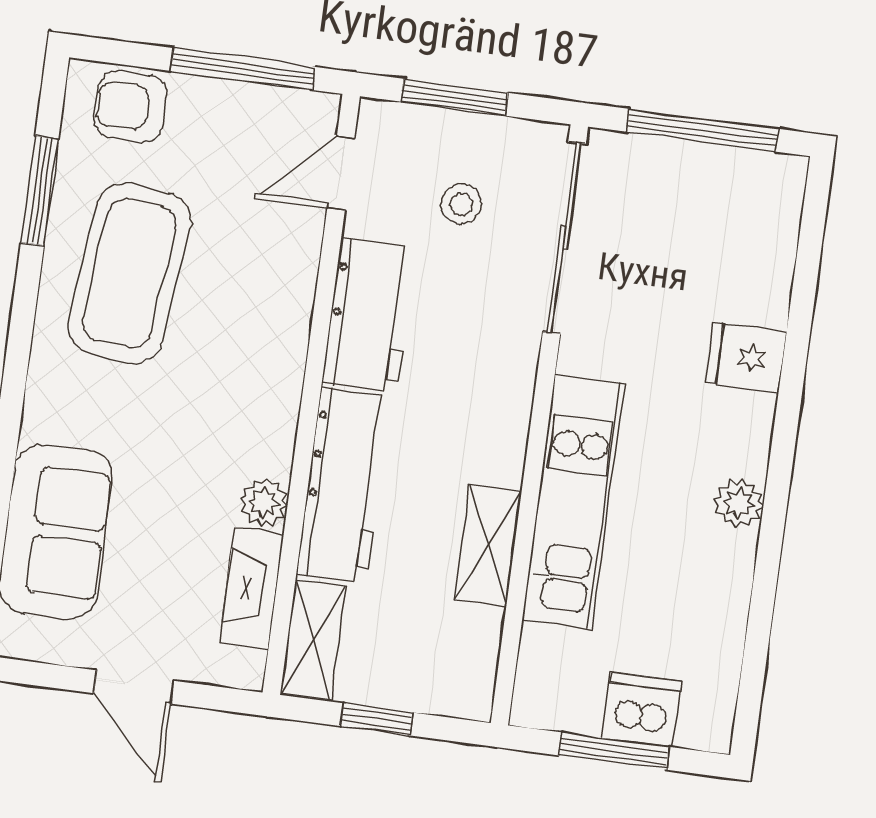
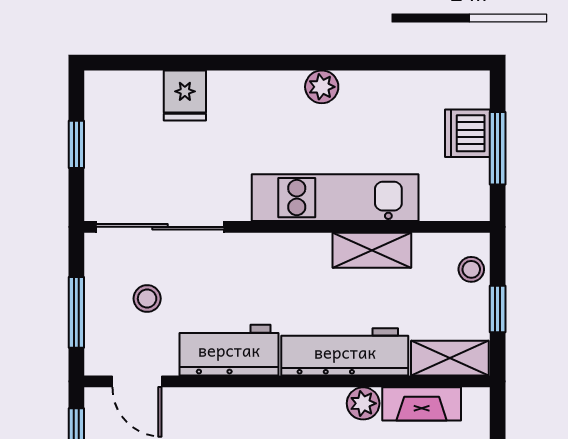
window: (703, 130) -> (76, 144), width x0.46
fridge: (746, 357) -> (185, 95), moved
stool: (440, 688) -> (471, 269), added

